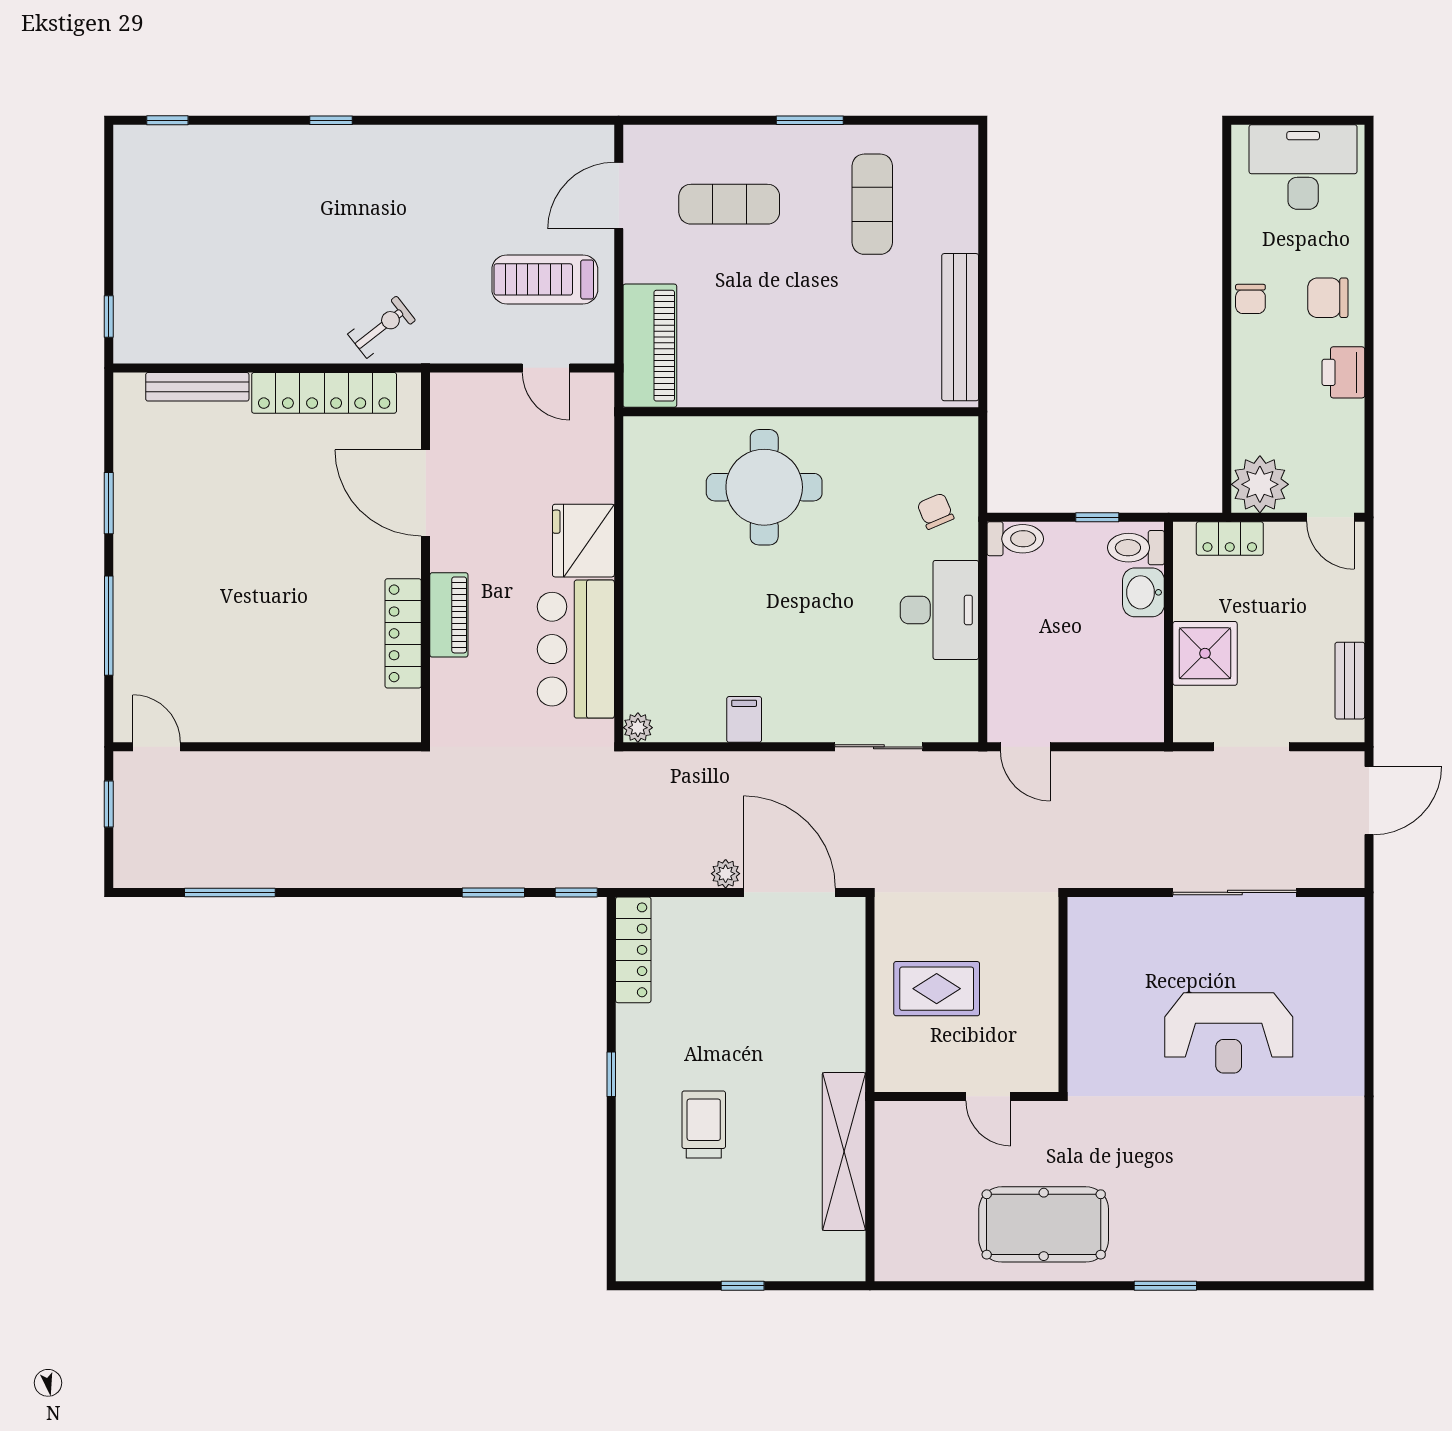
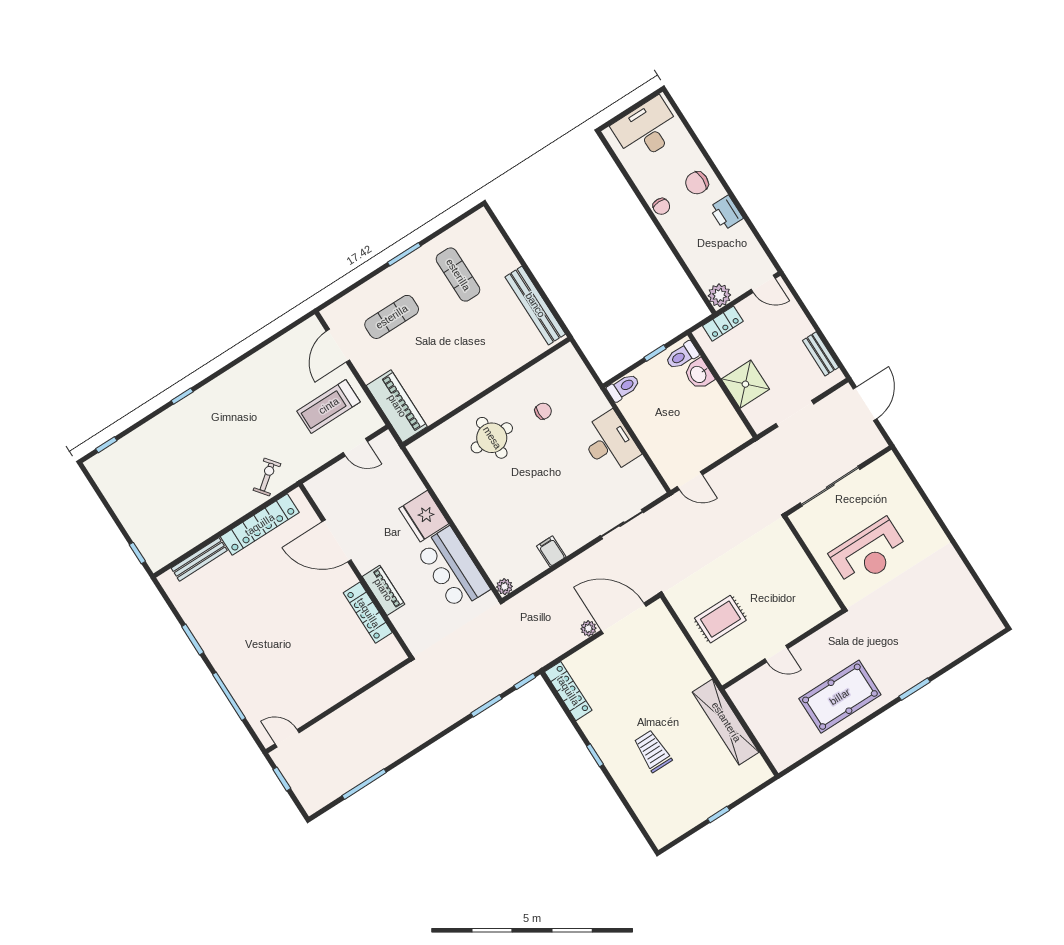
plant: (1260, 484) -> (719, 295), width x0.73, depth x0.73
round table: (764, 487) -> (492, 438), width x0.73, depth x0.73
chair: (936, 511) -> (543, 411), moved, turned 113
wall: (1063, 994) -> (814, 563), moved

